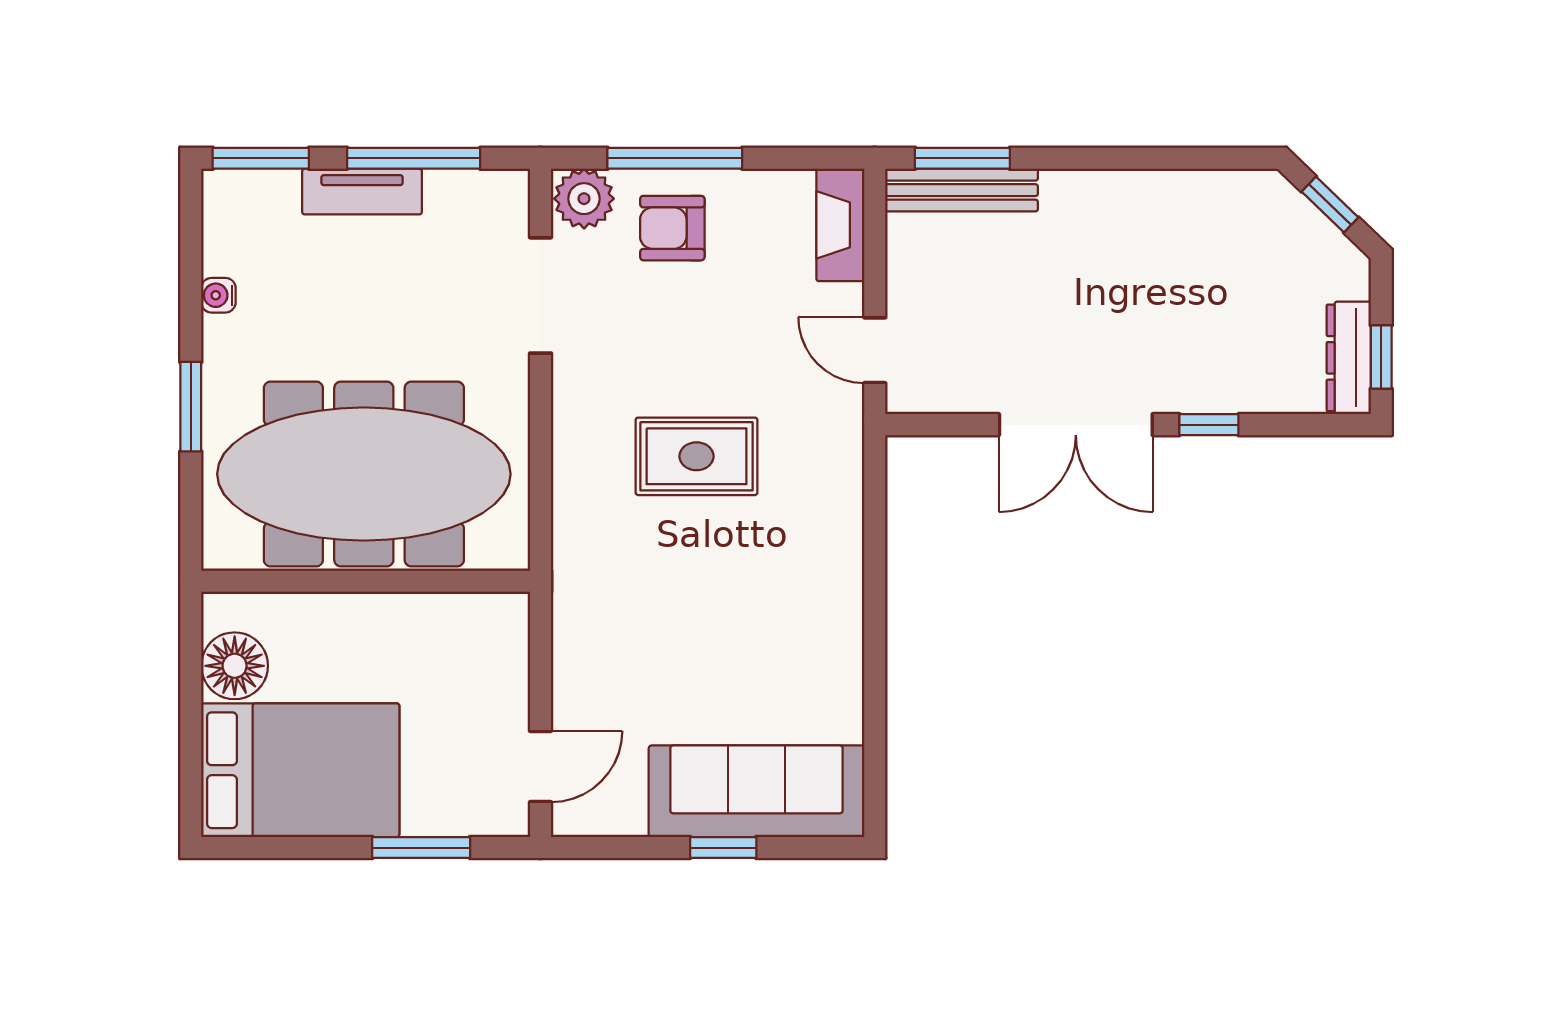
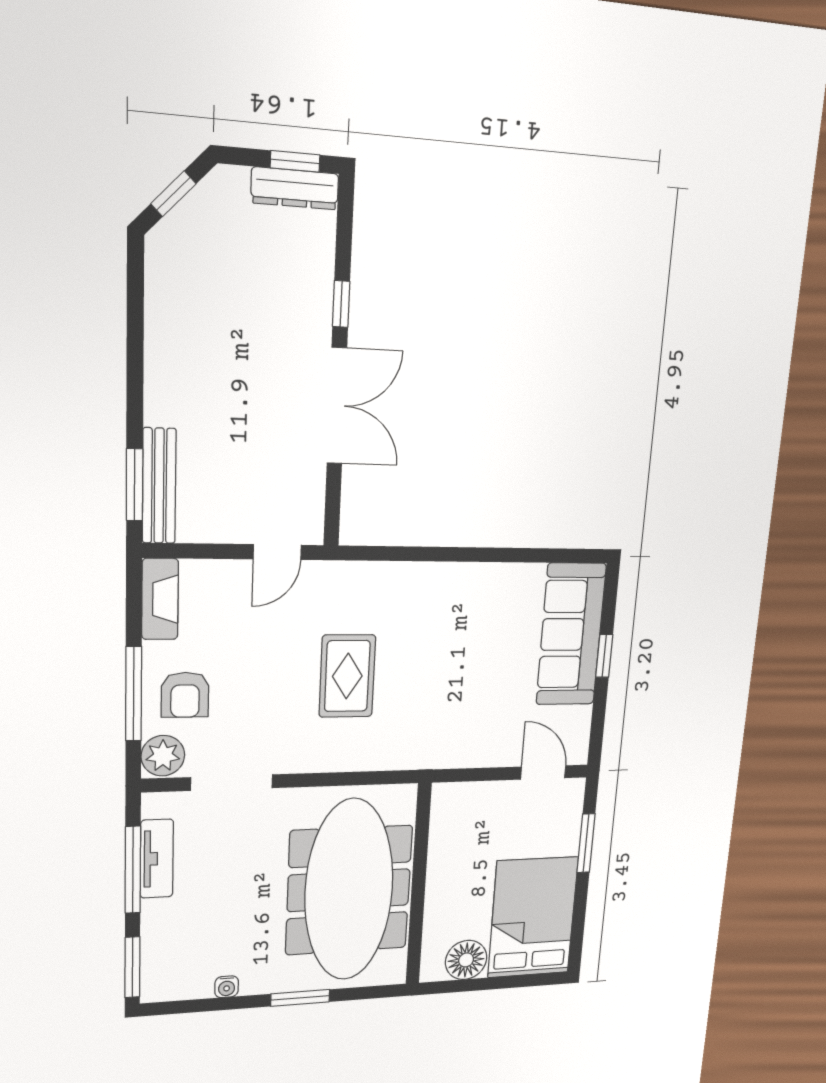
tv unit: (362, 192) -> (157, 859), moved
fireplace: (840, 225) -> (160, 599), moved, turned -90

